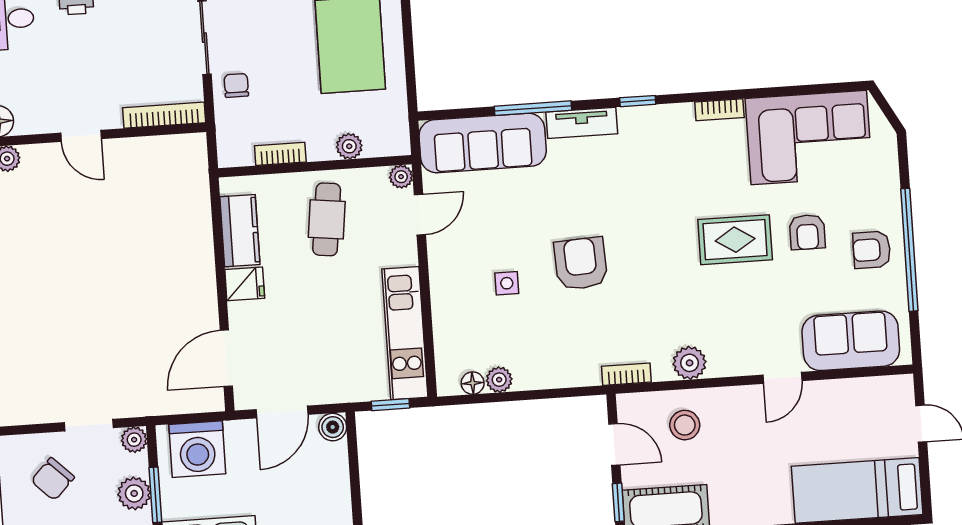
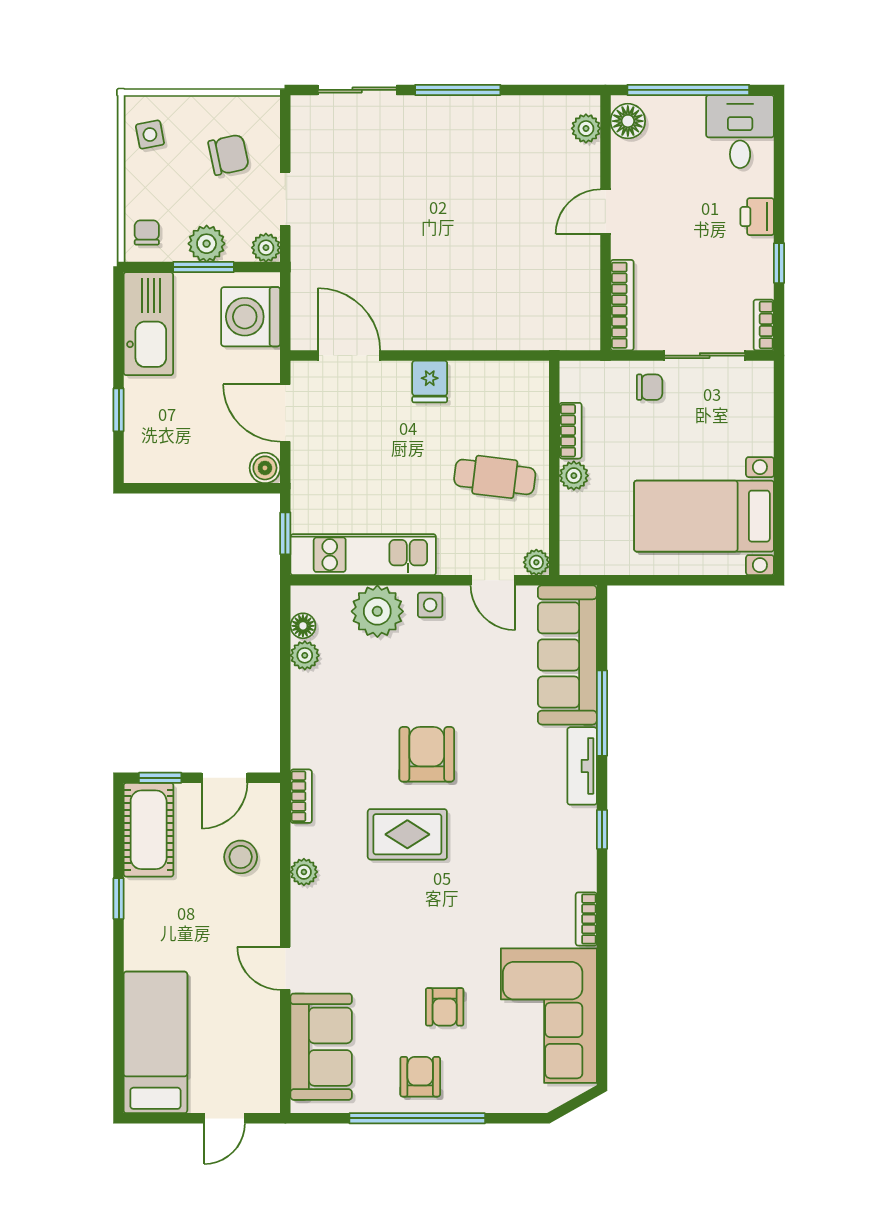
plant: (349, 146) -> (574, 476), moved
kitchen counter: (240, 231) -> (489, 380), removed
armchair: (807, 232) -> (445, 1007), turned -90
rug: (735, 240) -> (407, 834), moved, turned 90
armchair: (581, 264) -> (427, 754), turned -87
side table: (507, 283) -> (430, 605), moved
plant: (455, 317) -> (377, 611), added
plant: (690, 363) -> (304, 872), width x0.73, depth x0.73
chair: (53, 479) -> (229, 155), turned 124

